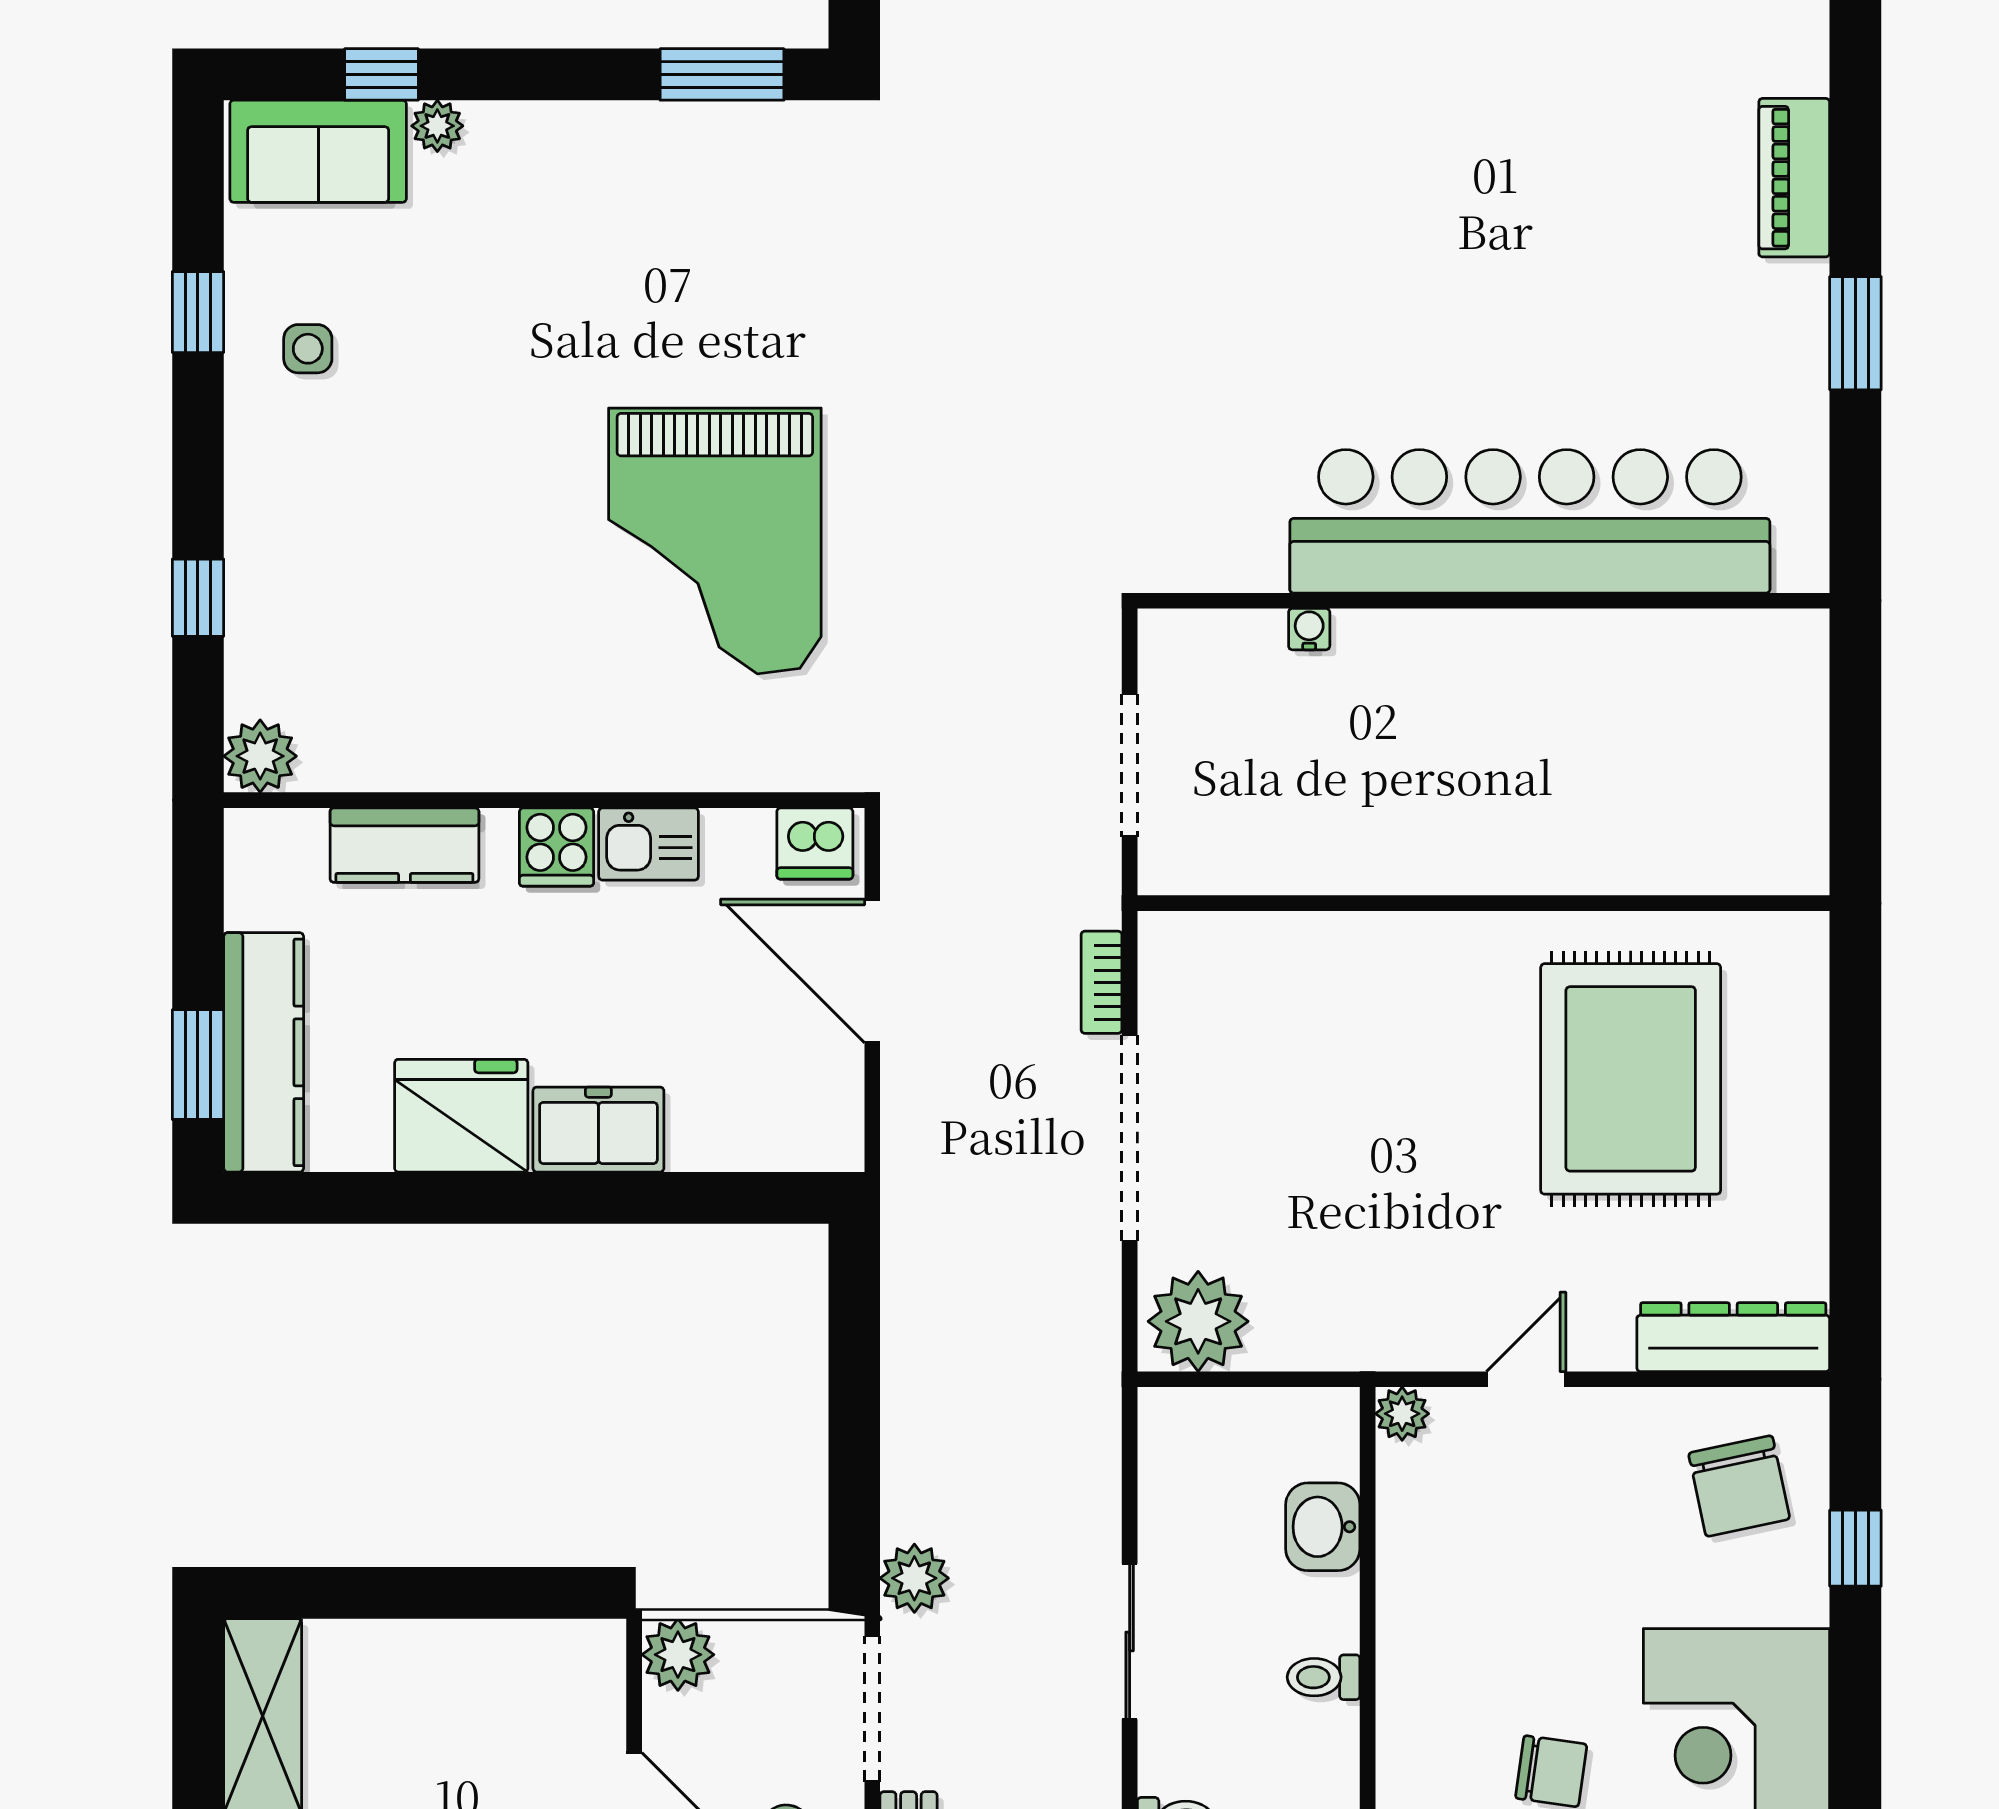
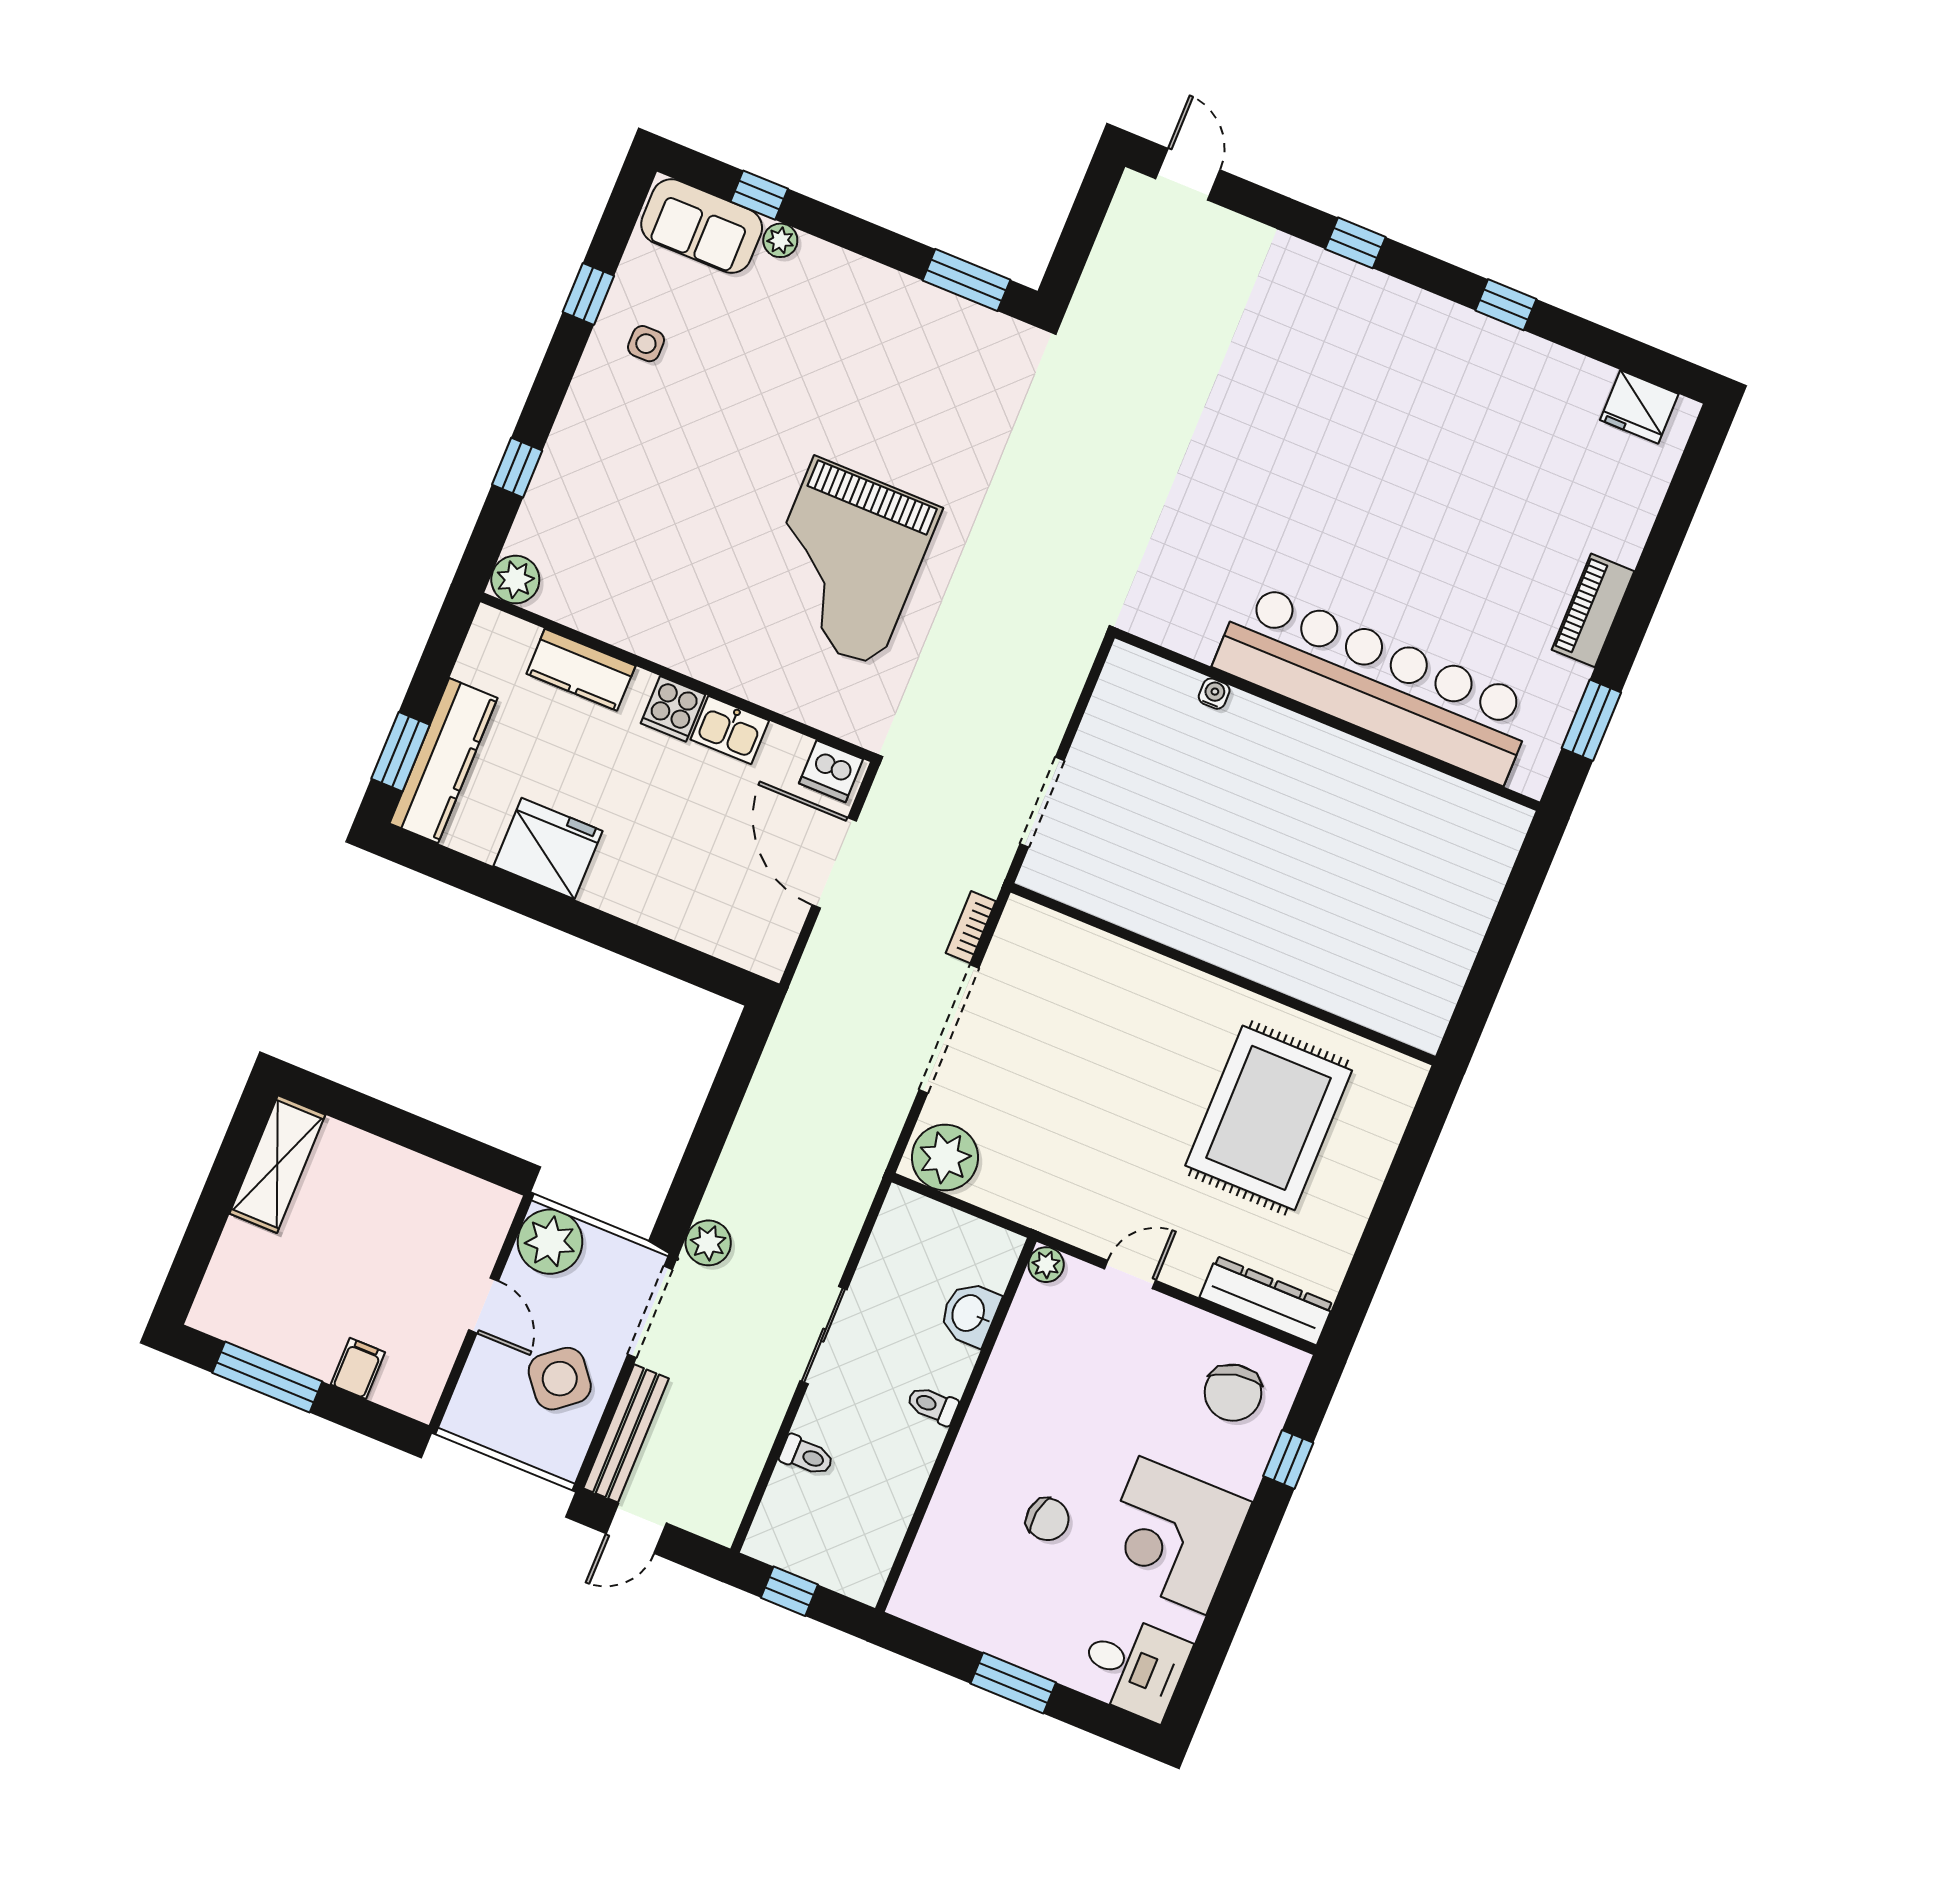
bar counter: (1530, 521) -> (1375, 683), moved
wall: (1484, 601) -> (1327, 720), moved
water cooler: (1309, 629) -> (1214, 694), moved
freezer: (598, 1130) -> (628, 891), removed
plant: (678, 1655) -> (550, 1242), width x1.36, depth x1.36

